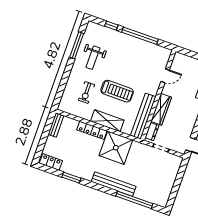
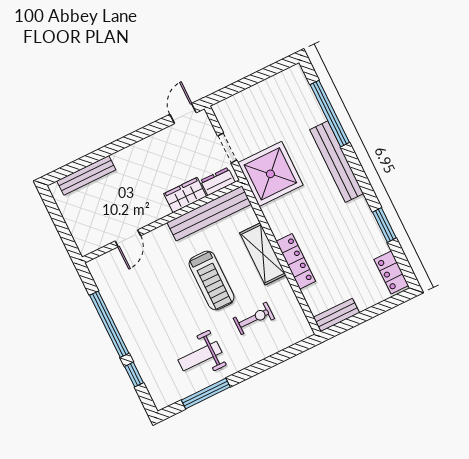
weight bench: (93, 58) -> (200, 356), turned 180
door: (165, 76) -> (128, 238), swing flipped
treadmill: (117, 91) -> (211, 280), turned 180
wardrobe: (161, 109) -> (185, 195), width x0.67
shower: (116, 148) -> (270, 174), moved

